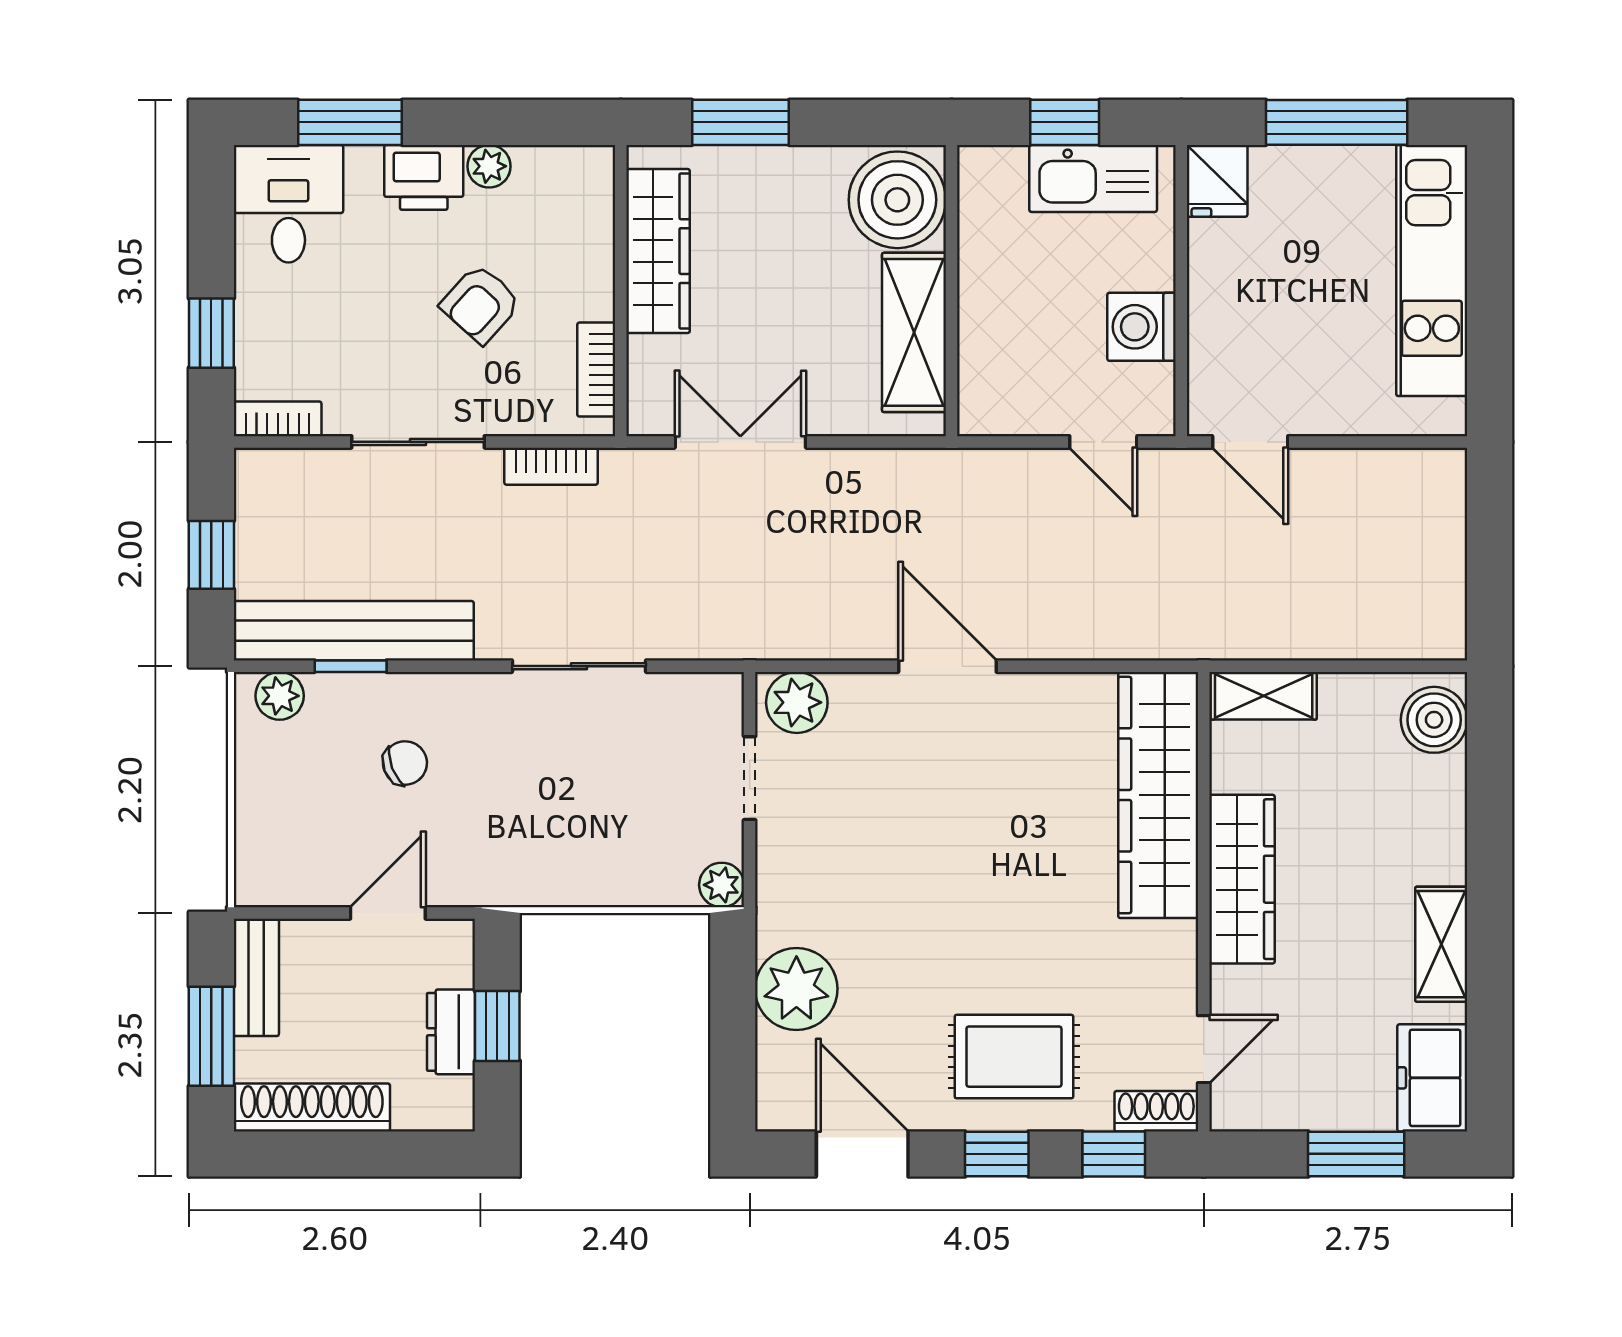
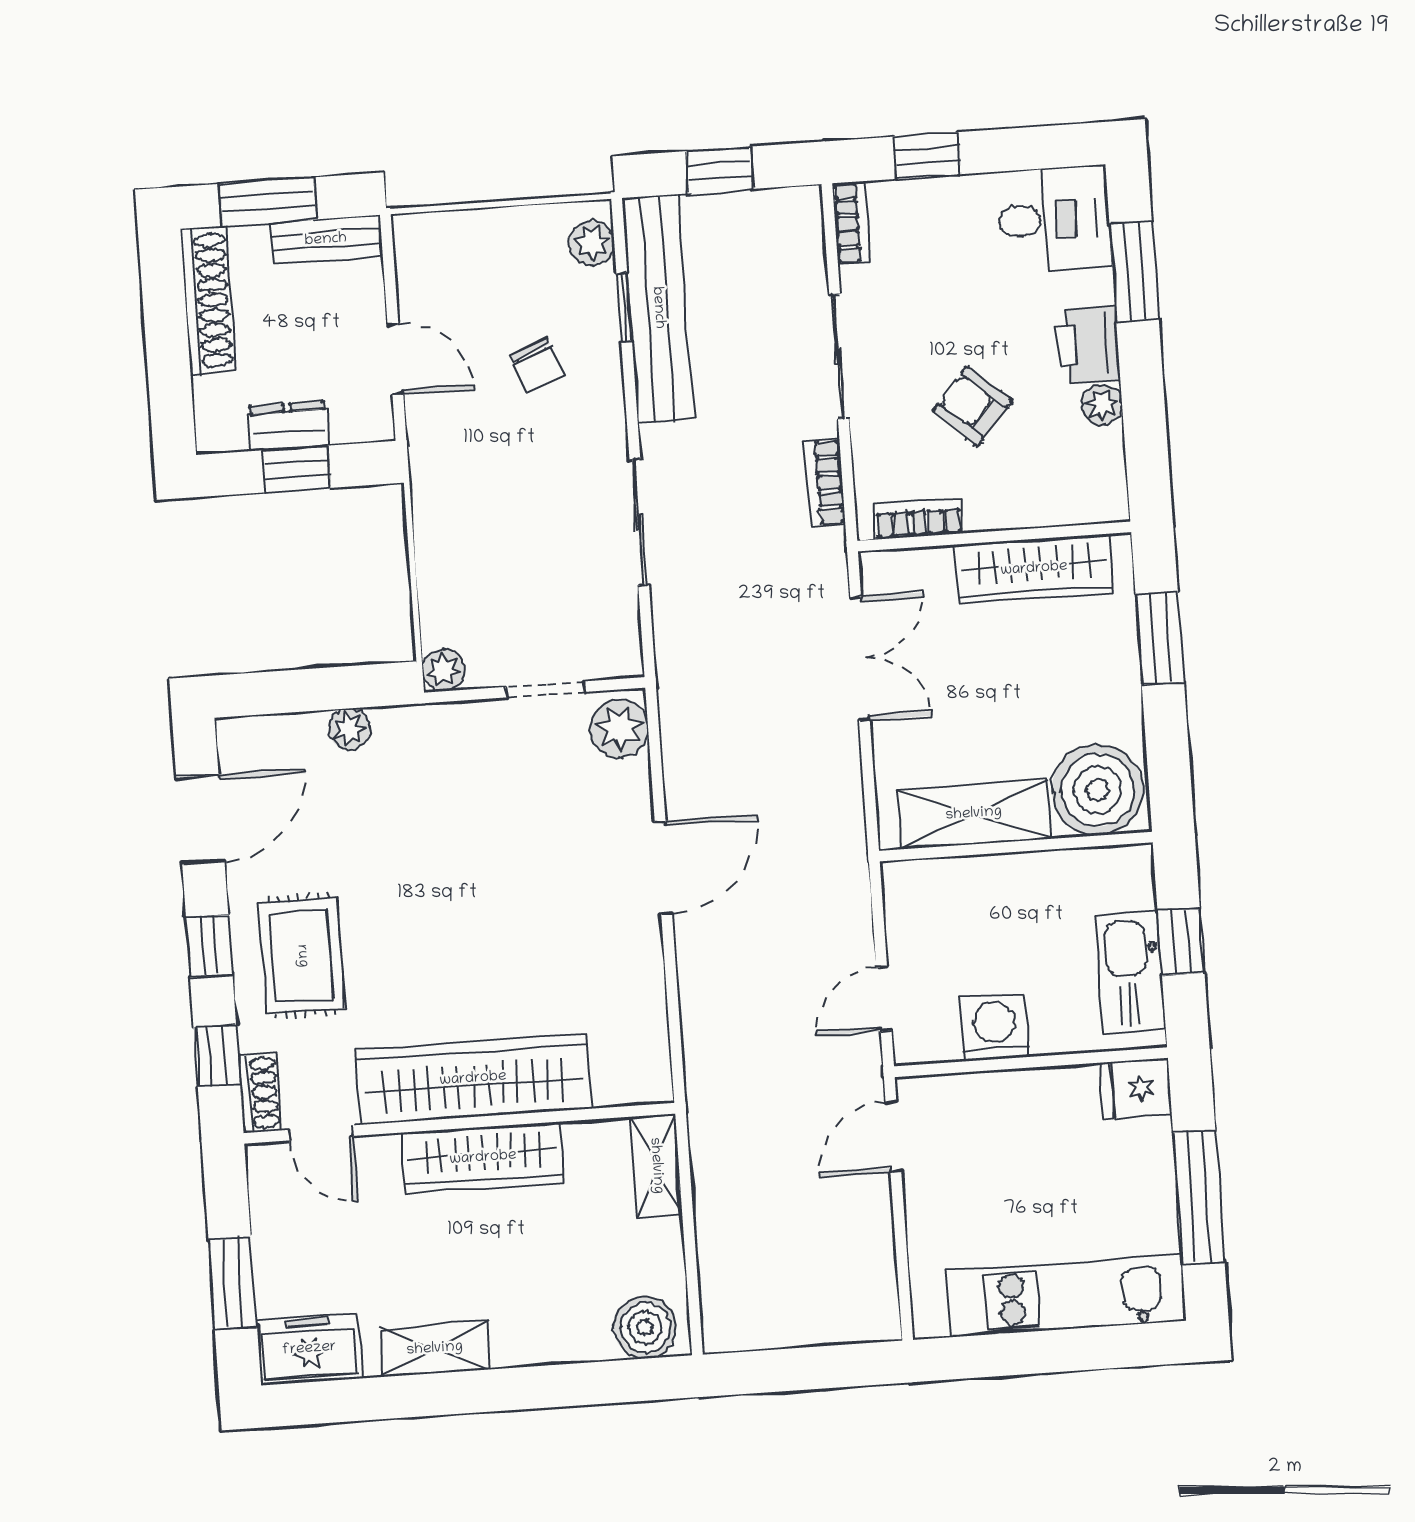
wardrobe: (1158, 795) -> (473, 1079), moved
plant: (796, 989) -> (349, 729), width x0.53, depth x0.53

